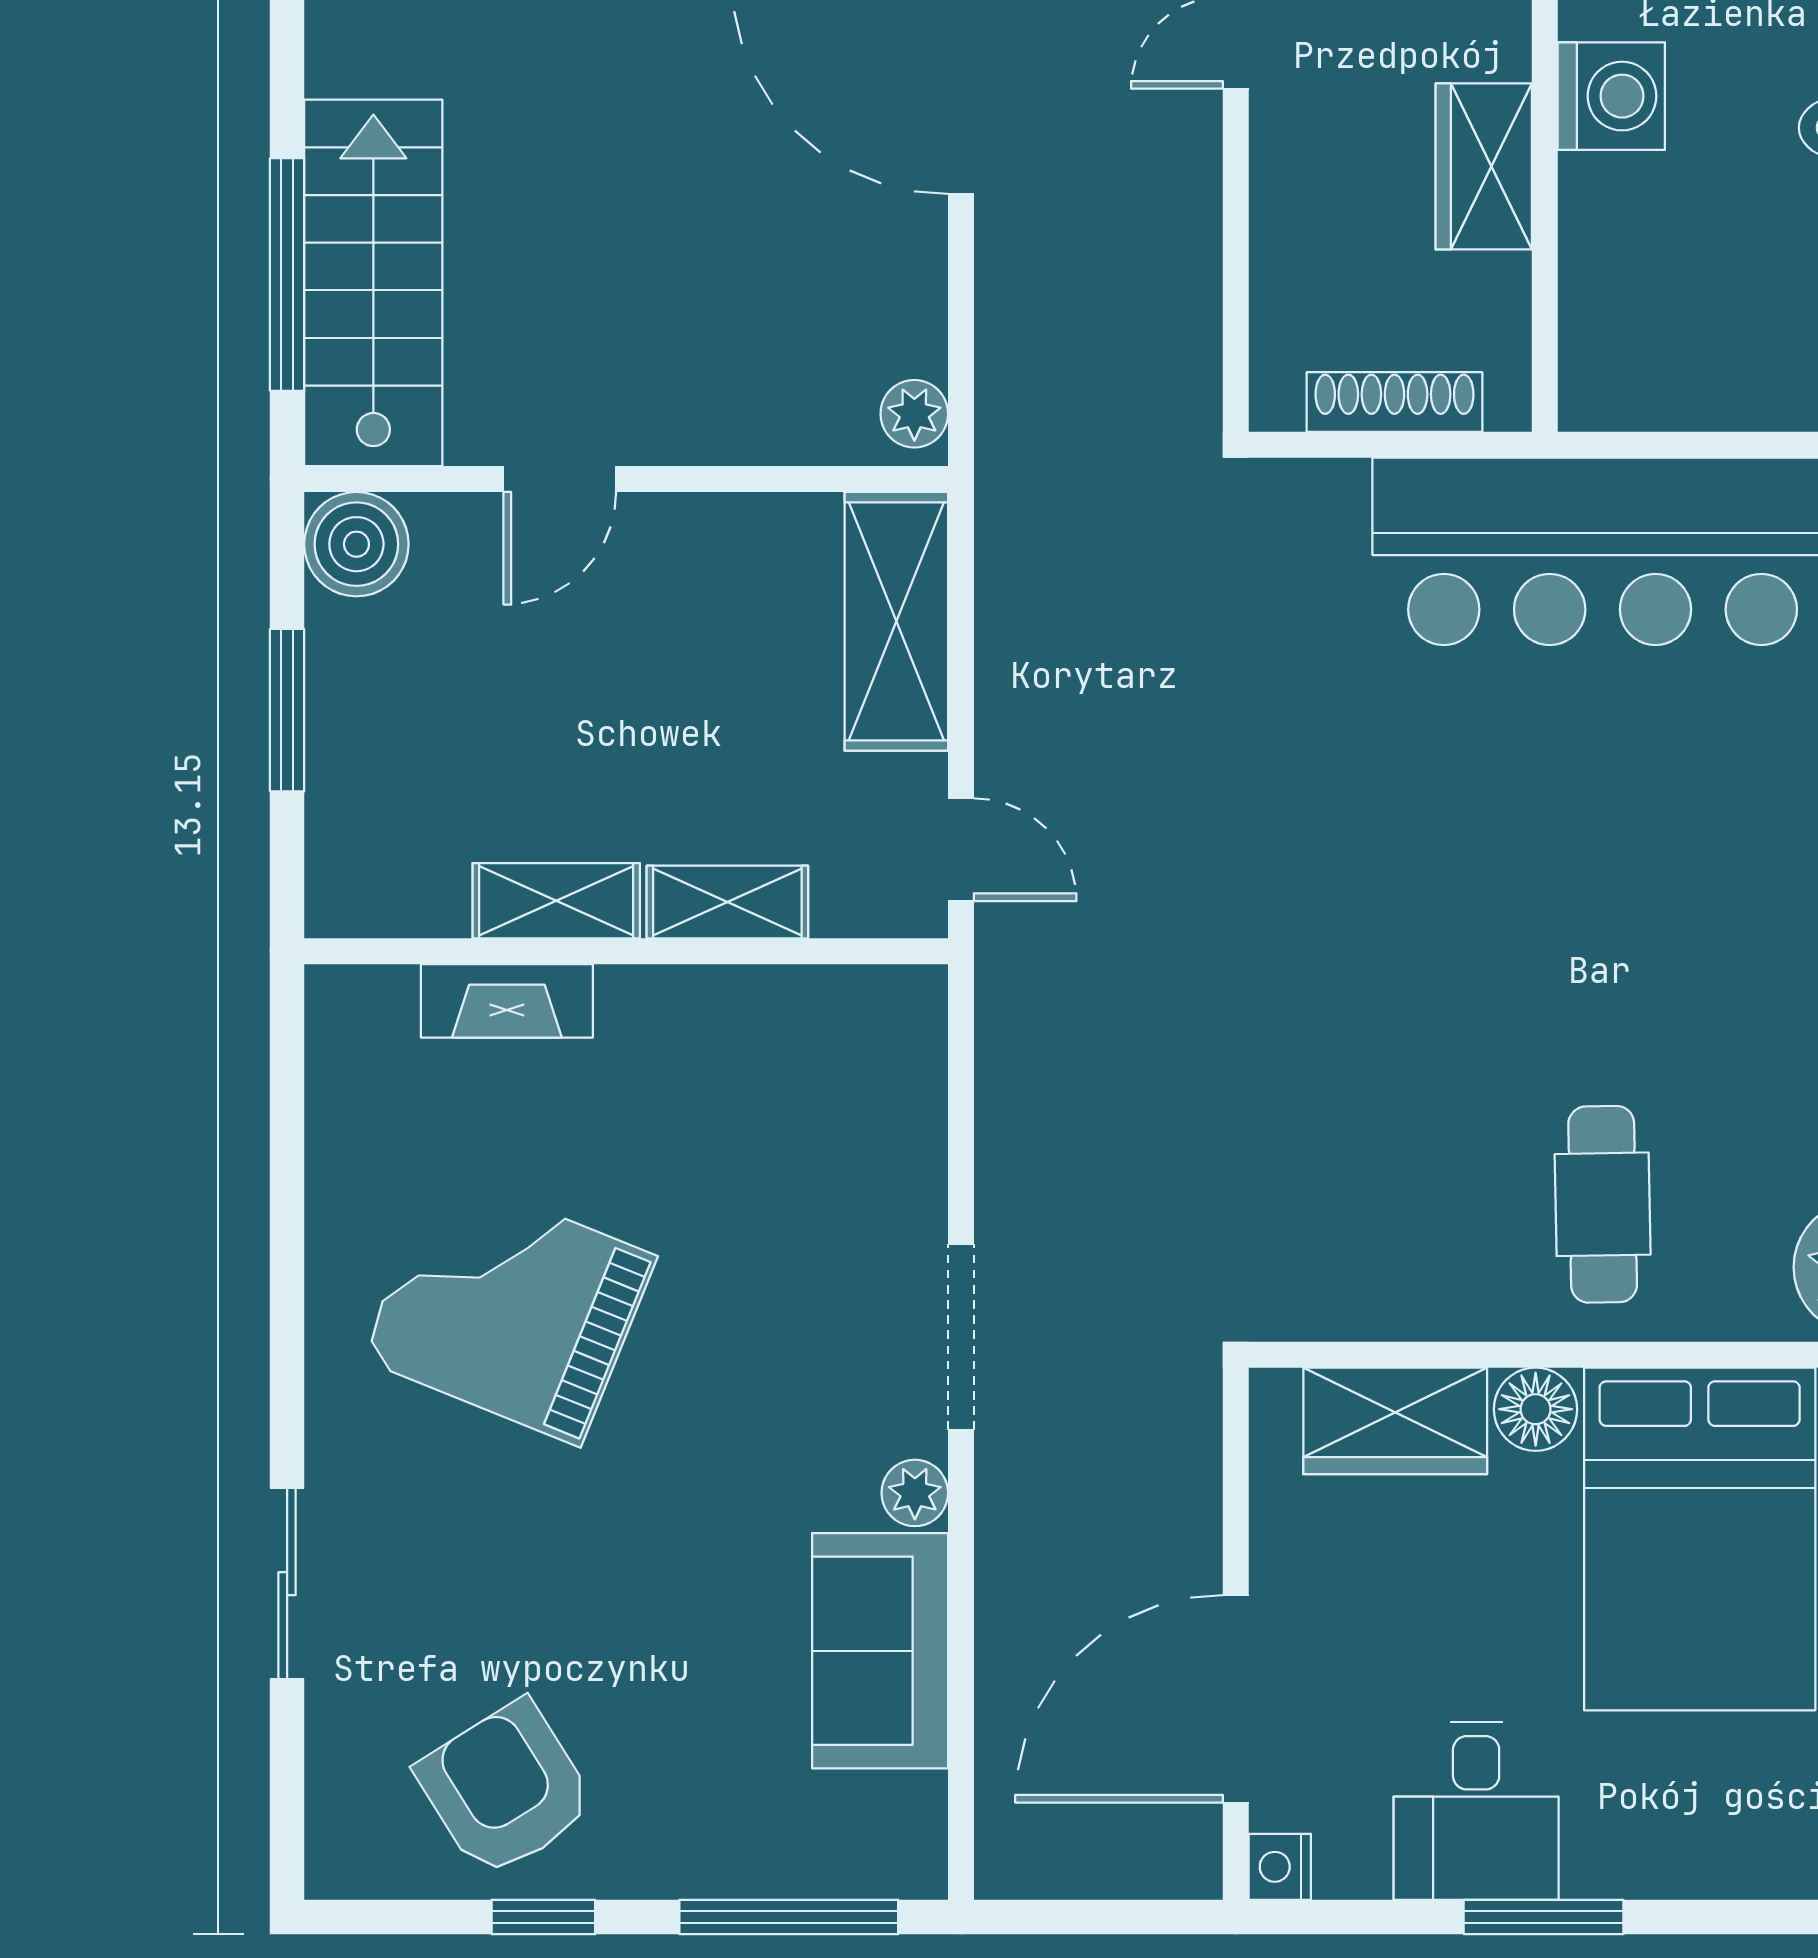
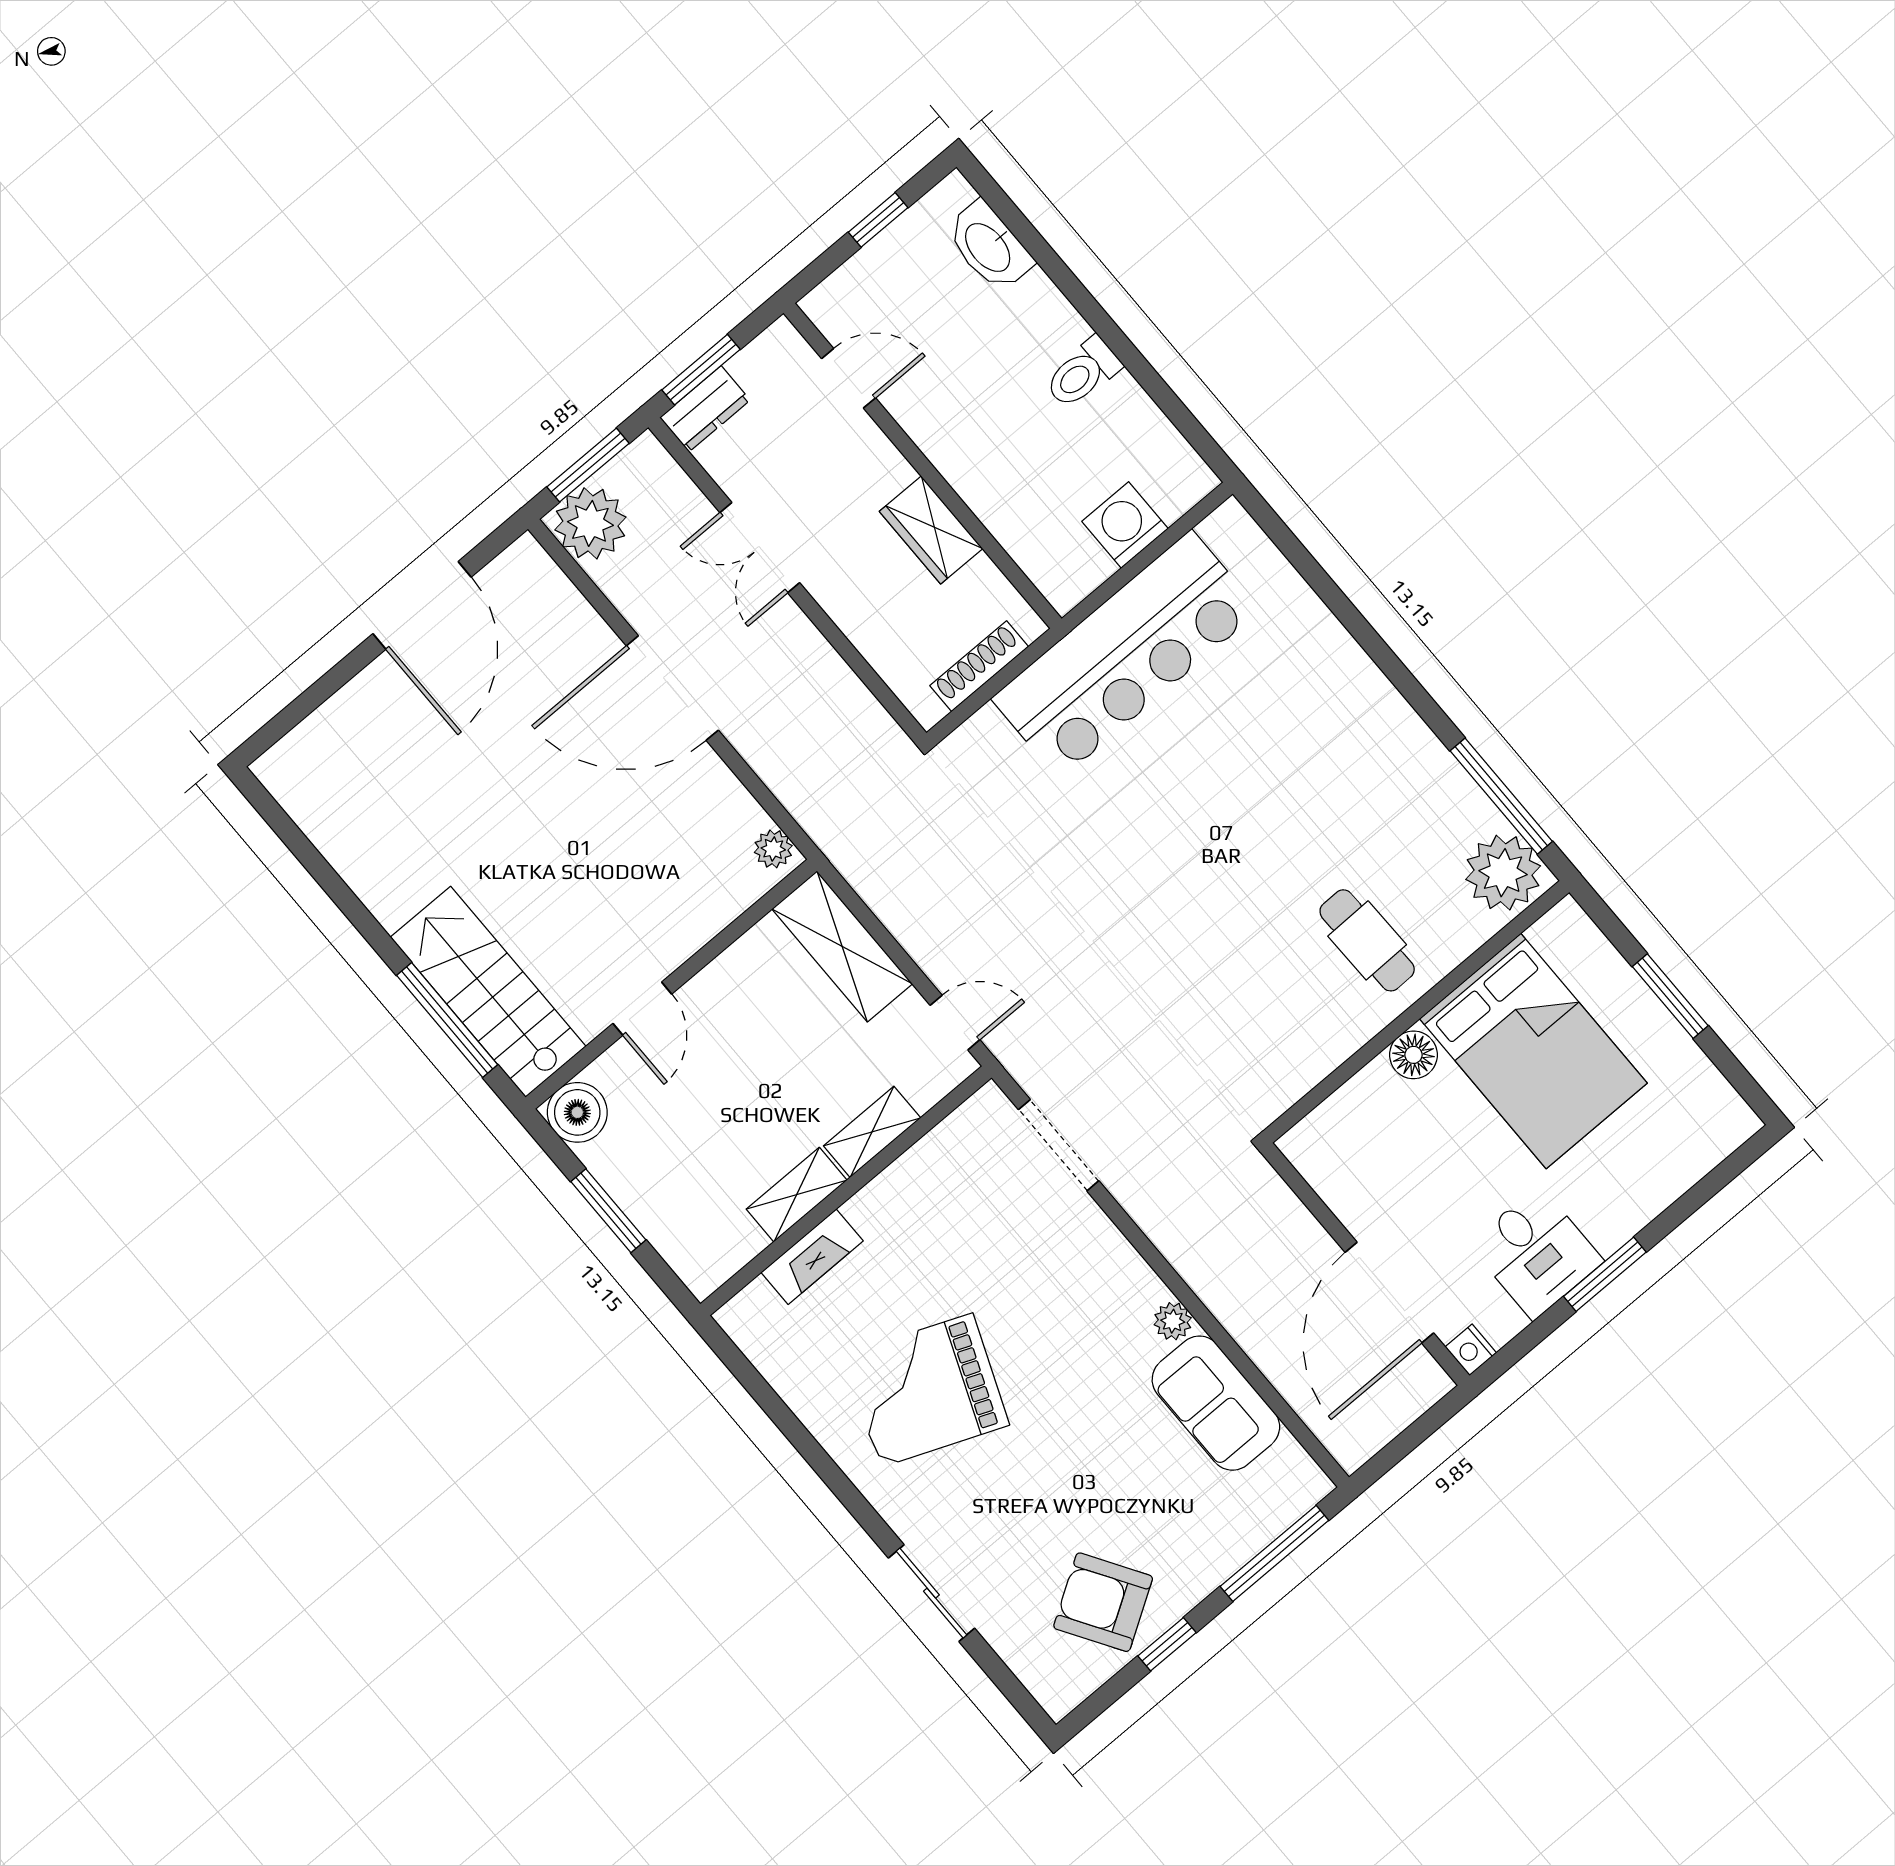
washing machine: (1611, 96) -> (1125, 525), moved, turned -90
doorway: (961, 1337) -> (1059, 1145), moved
wardrobe: (1395, 1421) -> (1356, 1112), removed

